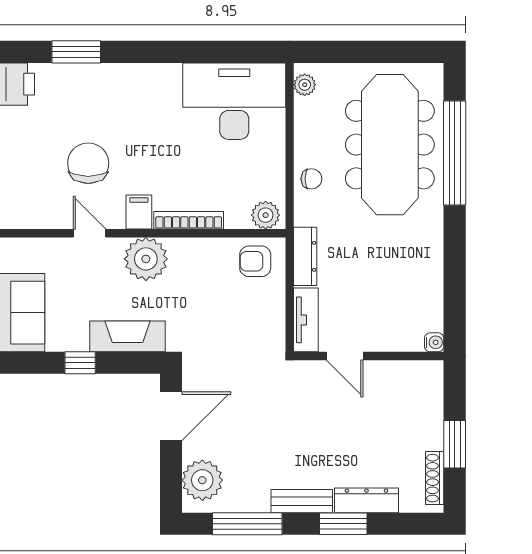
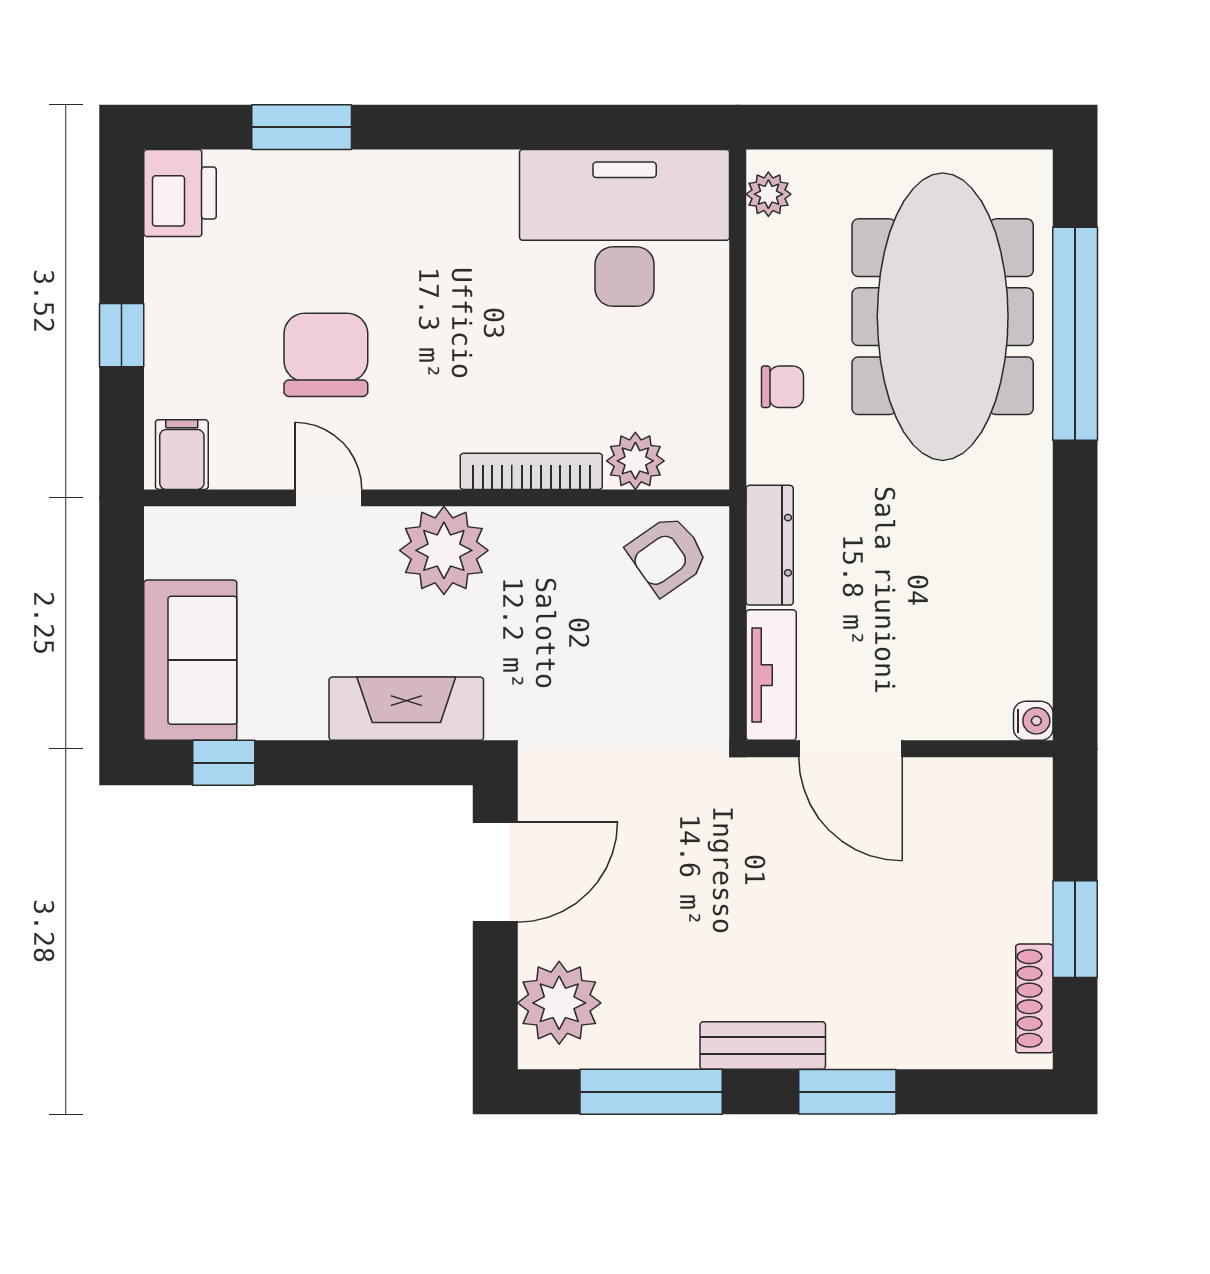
filing cabinet: (139, 212) -> (182, 455), moved
plant: (266, 215) -> (635, 461), moved
armchair: (255, 261) -> (667, 555), turned -35
door: (345, 356) -> (850, 749), width x1.38
window: (80, 363) -> (224, 763), moved
dresser: (366, 500) -> (895, 1044), removed

